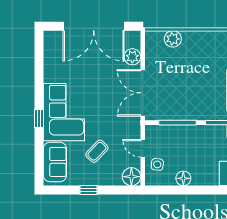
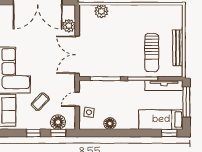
door: (143, 148) -> (77, 99), hinge flipped
floor lamp: (131, 177) -> (58, 122), moved
window: (119, 190) -> (58, 133), added

